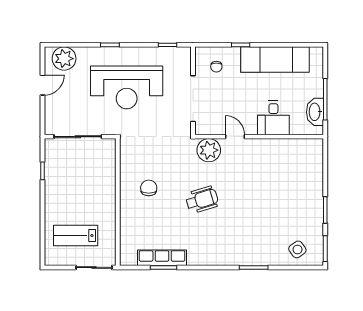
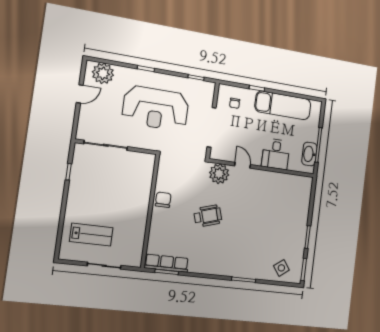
wall: (118, 202) -> (150, 211), moved
lab bench: (76, 235) -> (91, 235), turned 180

